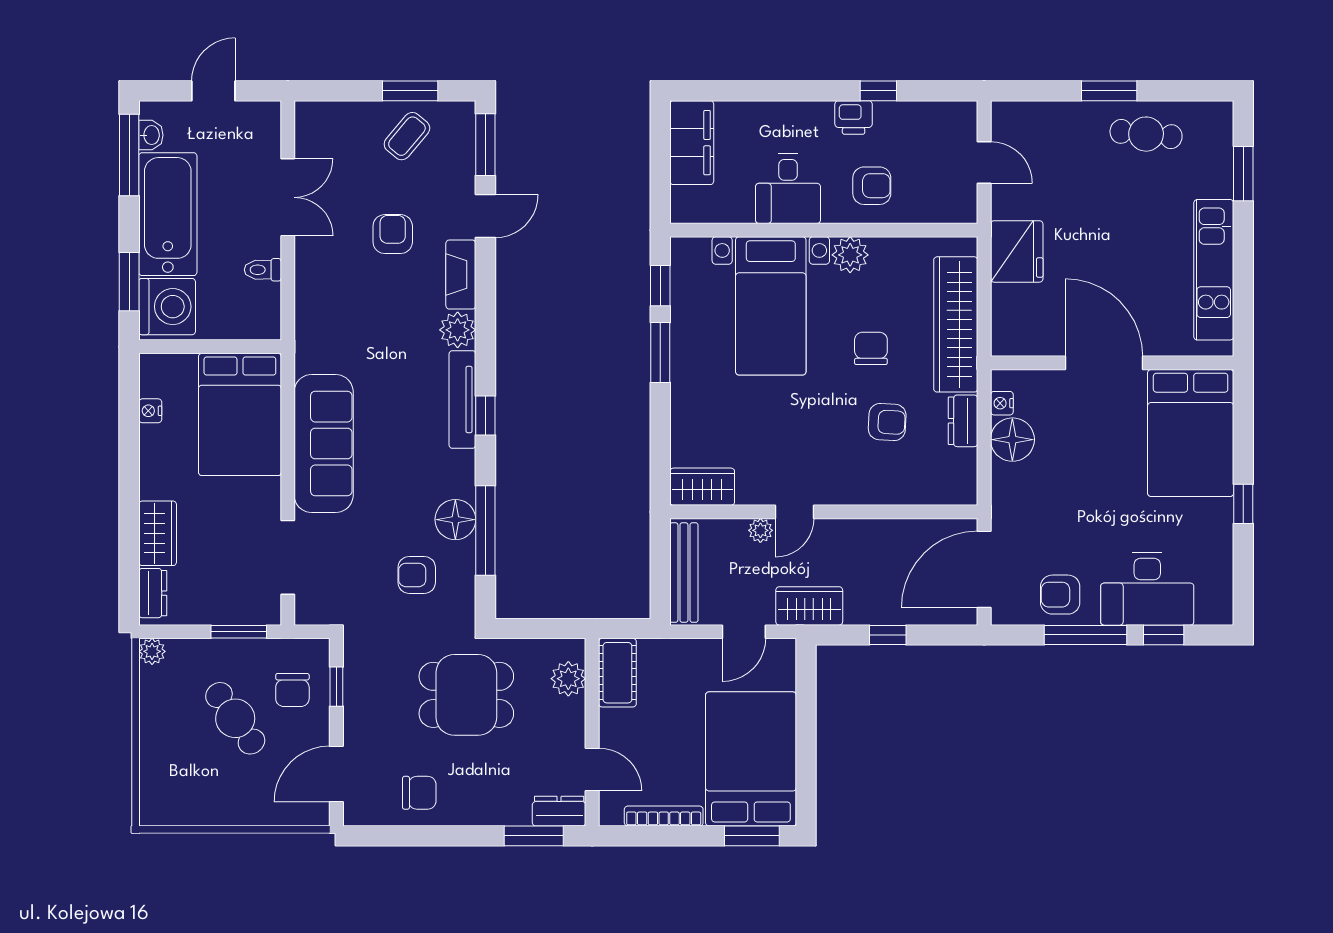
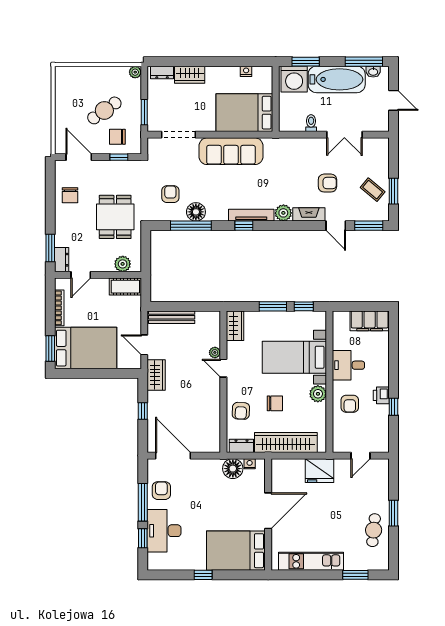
wardrobe: (702, 487) -> (235, 326), moved
door: (794, 512) -> (223, 368), moved
wall: (824, 512) -> (223, 382), moved
plant: (760, 530) -> (215, 352), moved

